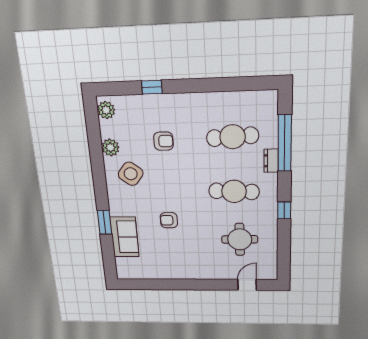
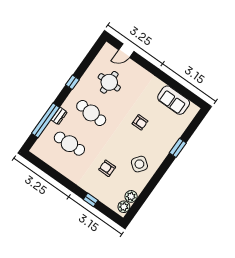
plant: (110, 147) -> (131, 196), moved
sofa: (124, 237) -> (174, 100), moved, turned -90

